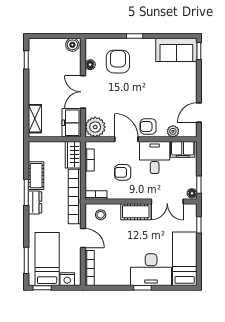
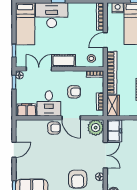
door: (199, 112) -> (14, 150), moved
plant: (173, 131) -> (34, 124), removed
door: (83, 238) -> (105, 40), hinge flipped

